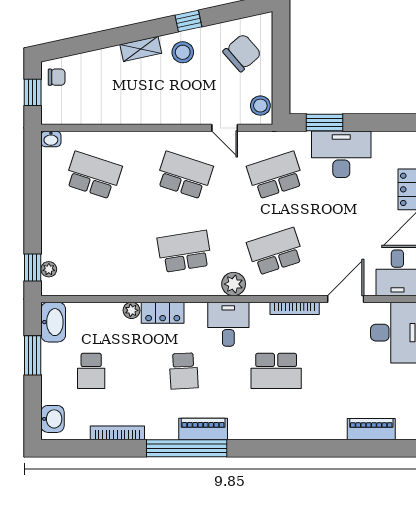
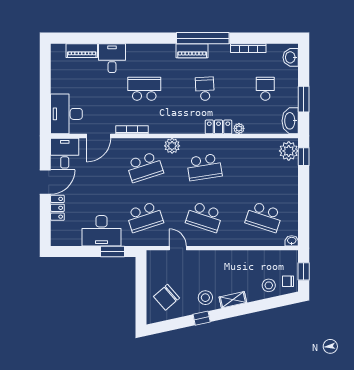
stool: (260, 106) -> (269, 285), moved
plant: (49, 269) -> (289, 151), width x1.87, depth x1.87
desk: (228, 324) -> (112, 58), moved, turned 180

